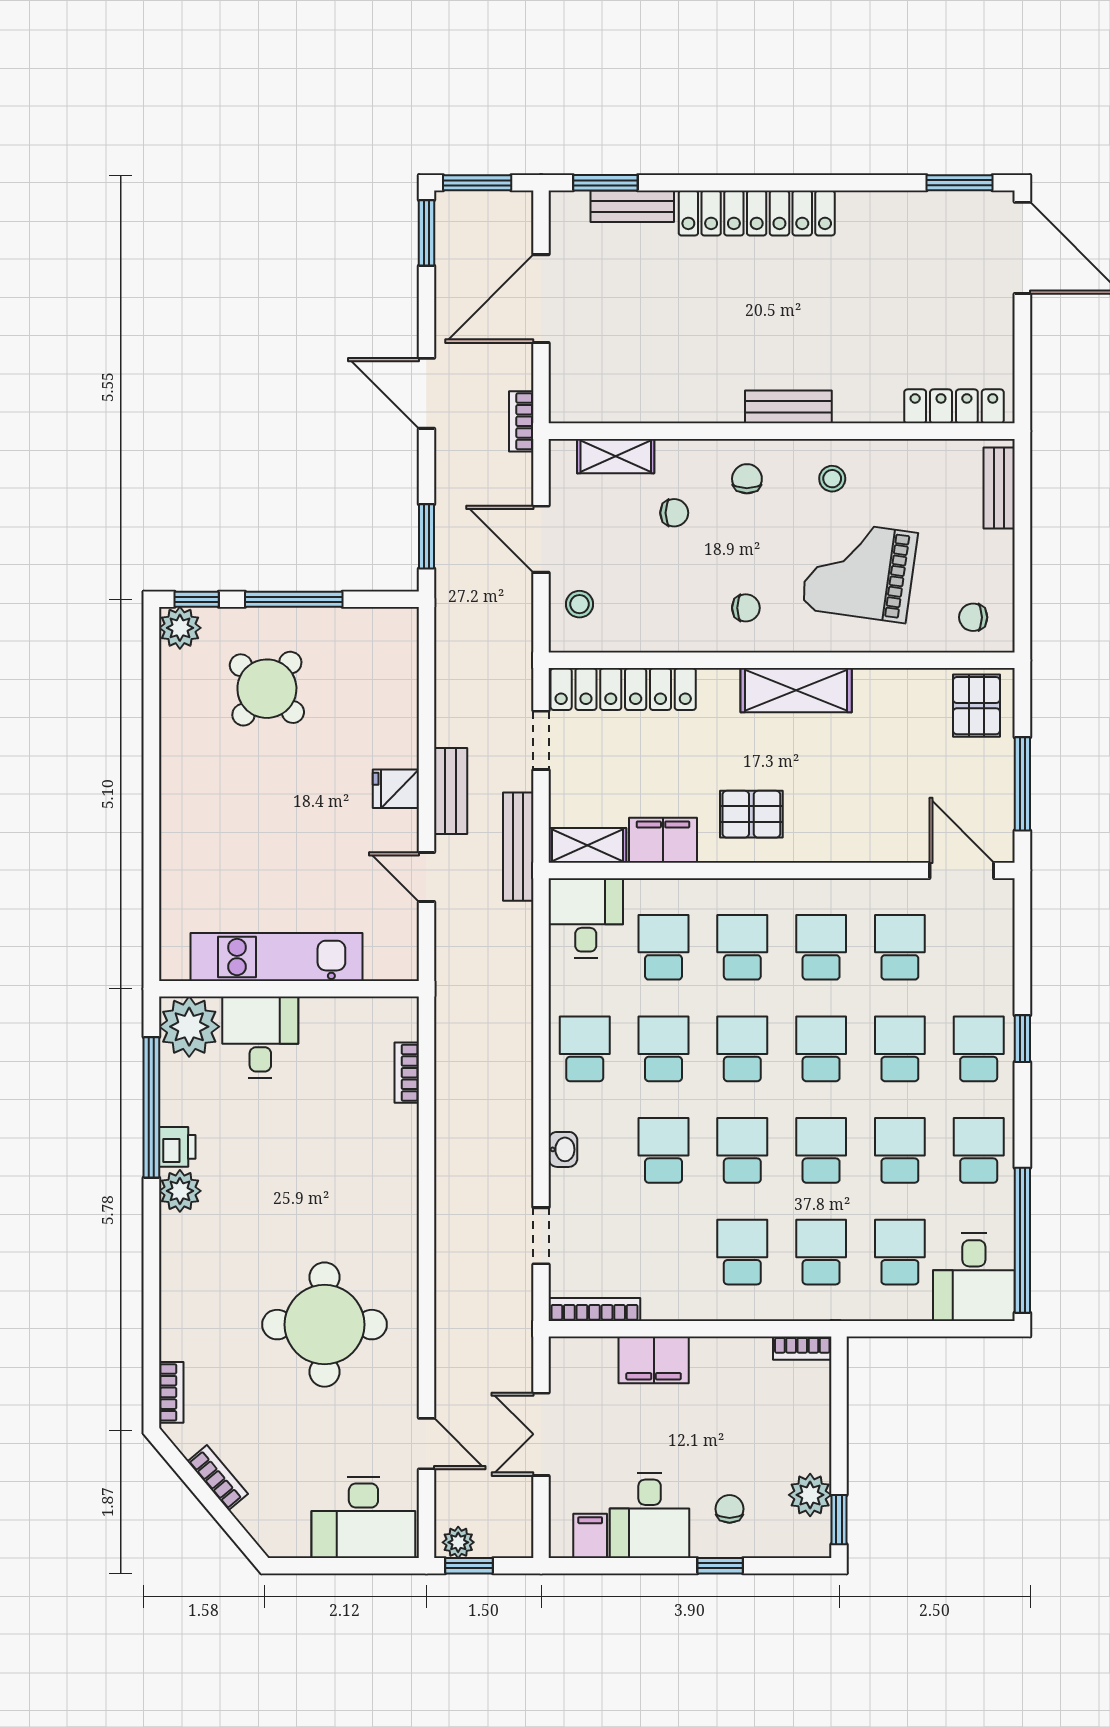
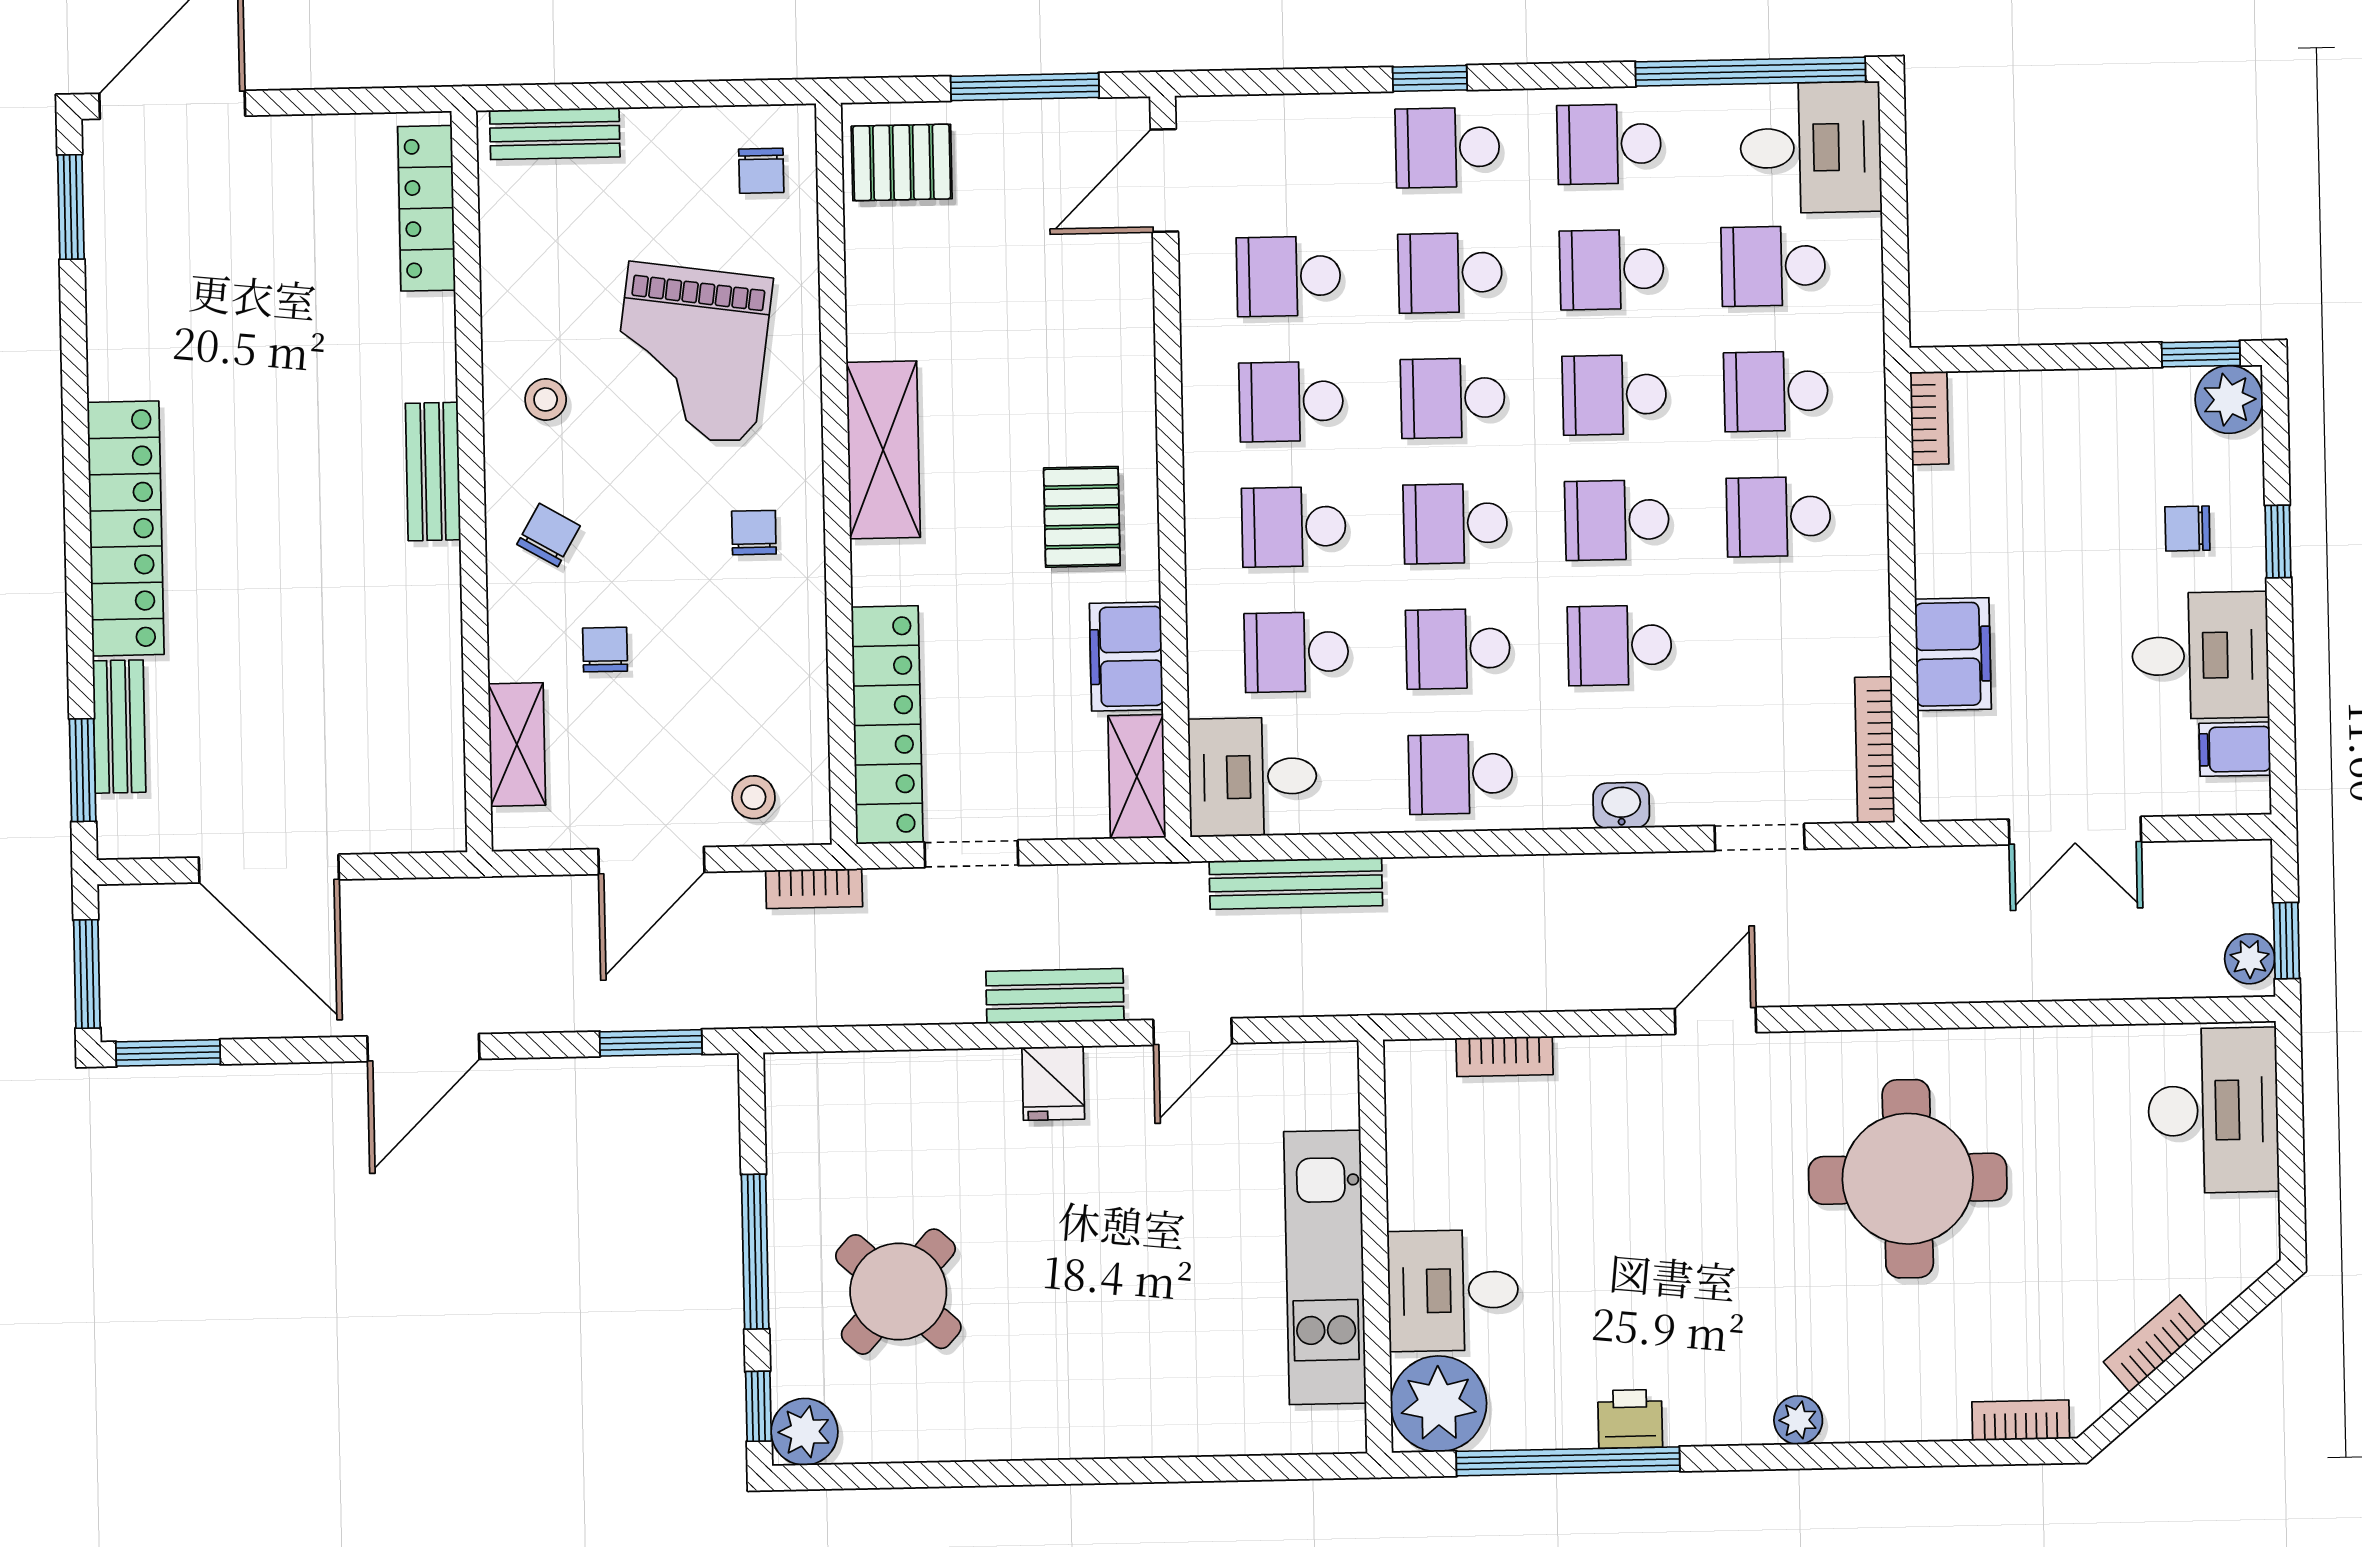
bookcase: (521, 421) -> (814, 888), moved
chair: (747, 479) -> (549, 535), turned 120
bench: (518, 847) -> (1296, 883), moved
plant: (180, 1191) -> (1798, 1420), moved, width x0.73, depth x0.73
door: (426, 1444) -> (1716, 1021), moved
plant: (810, 1495) -> (2229, 399), moved

